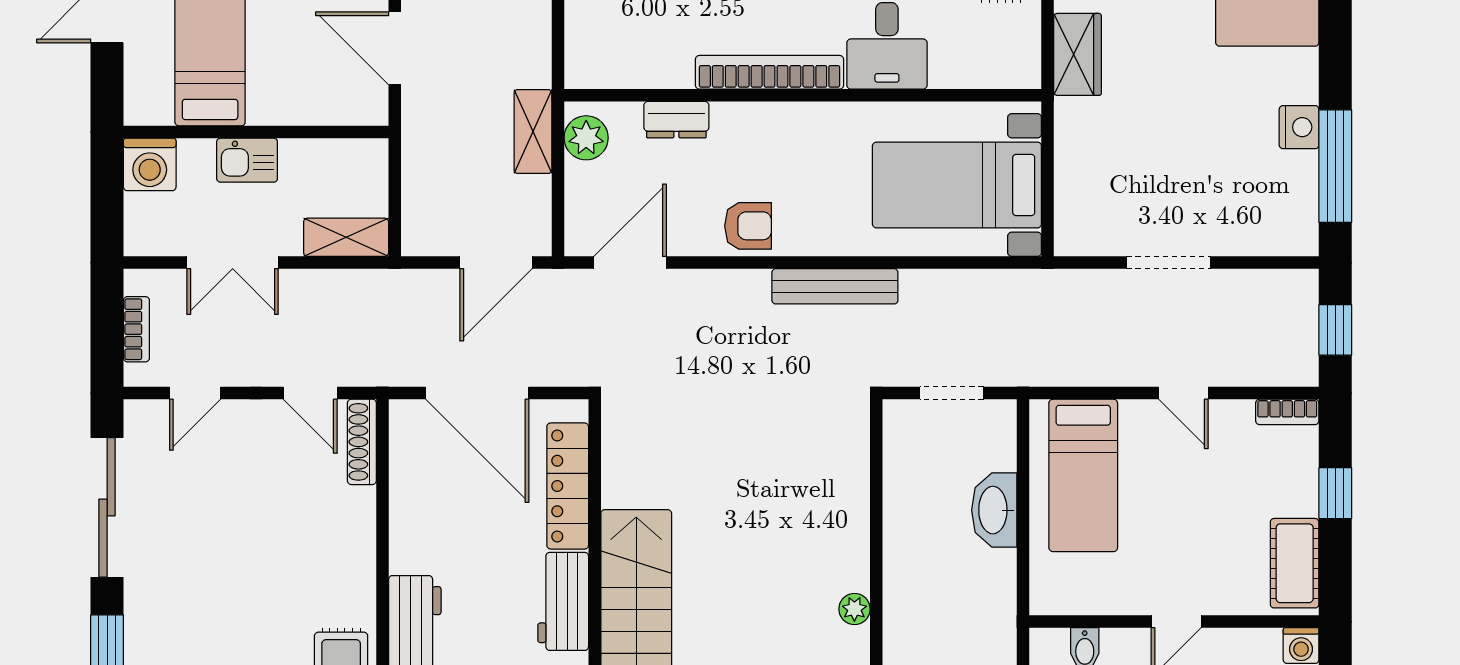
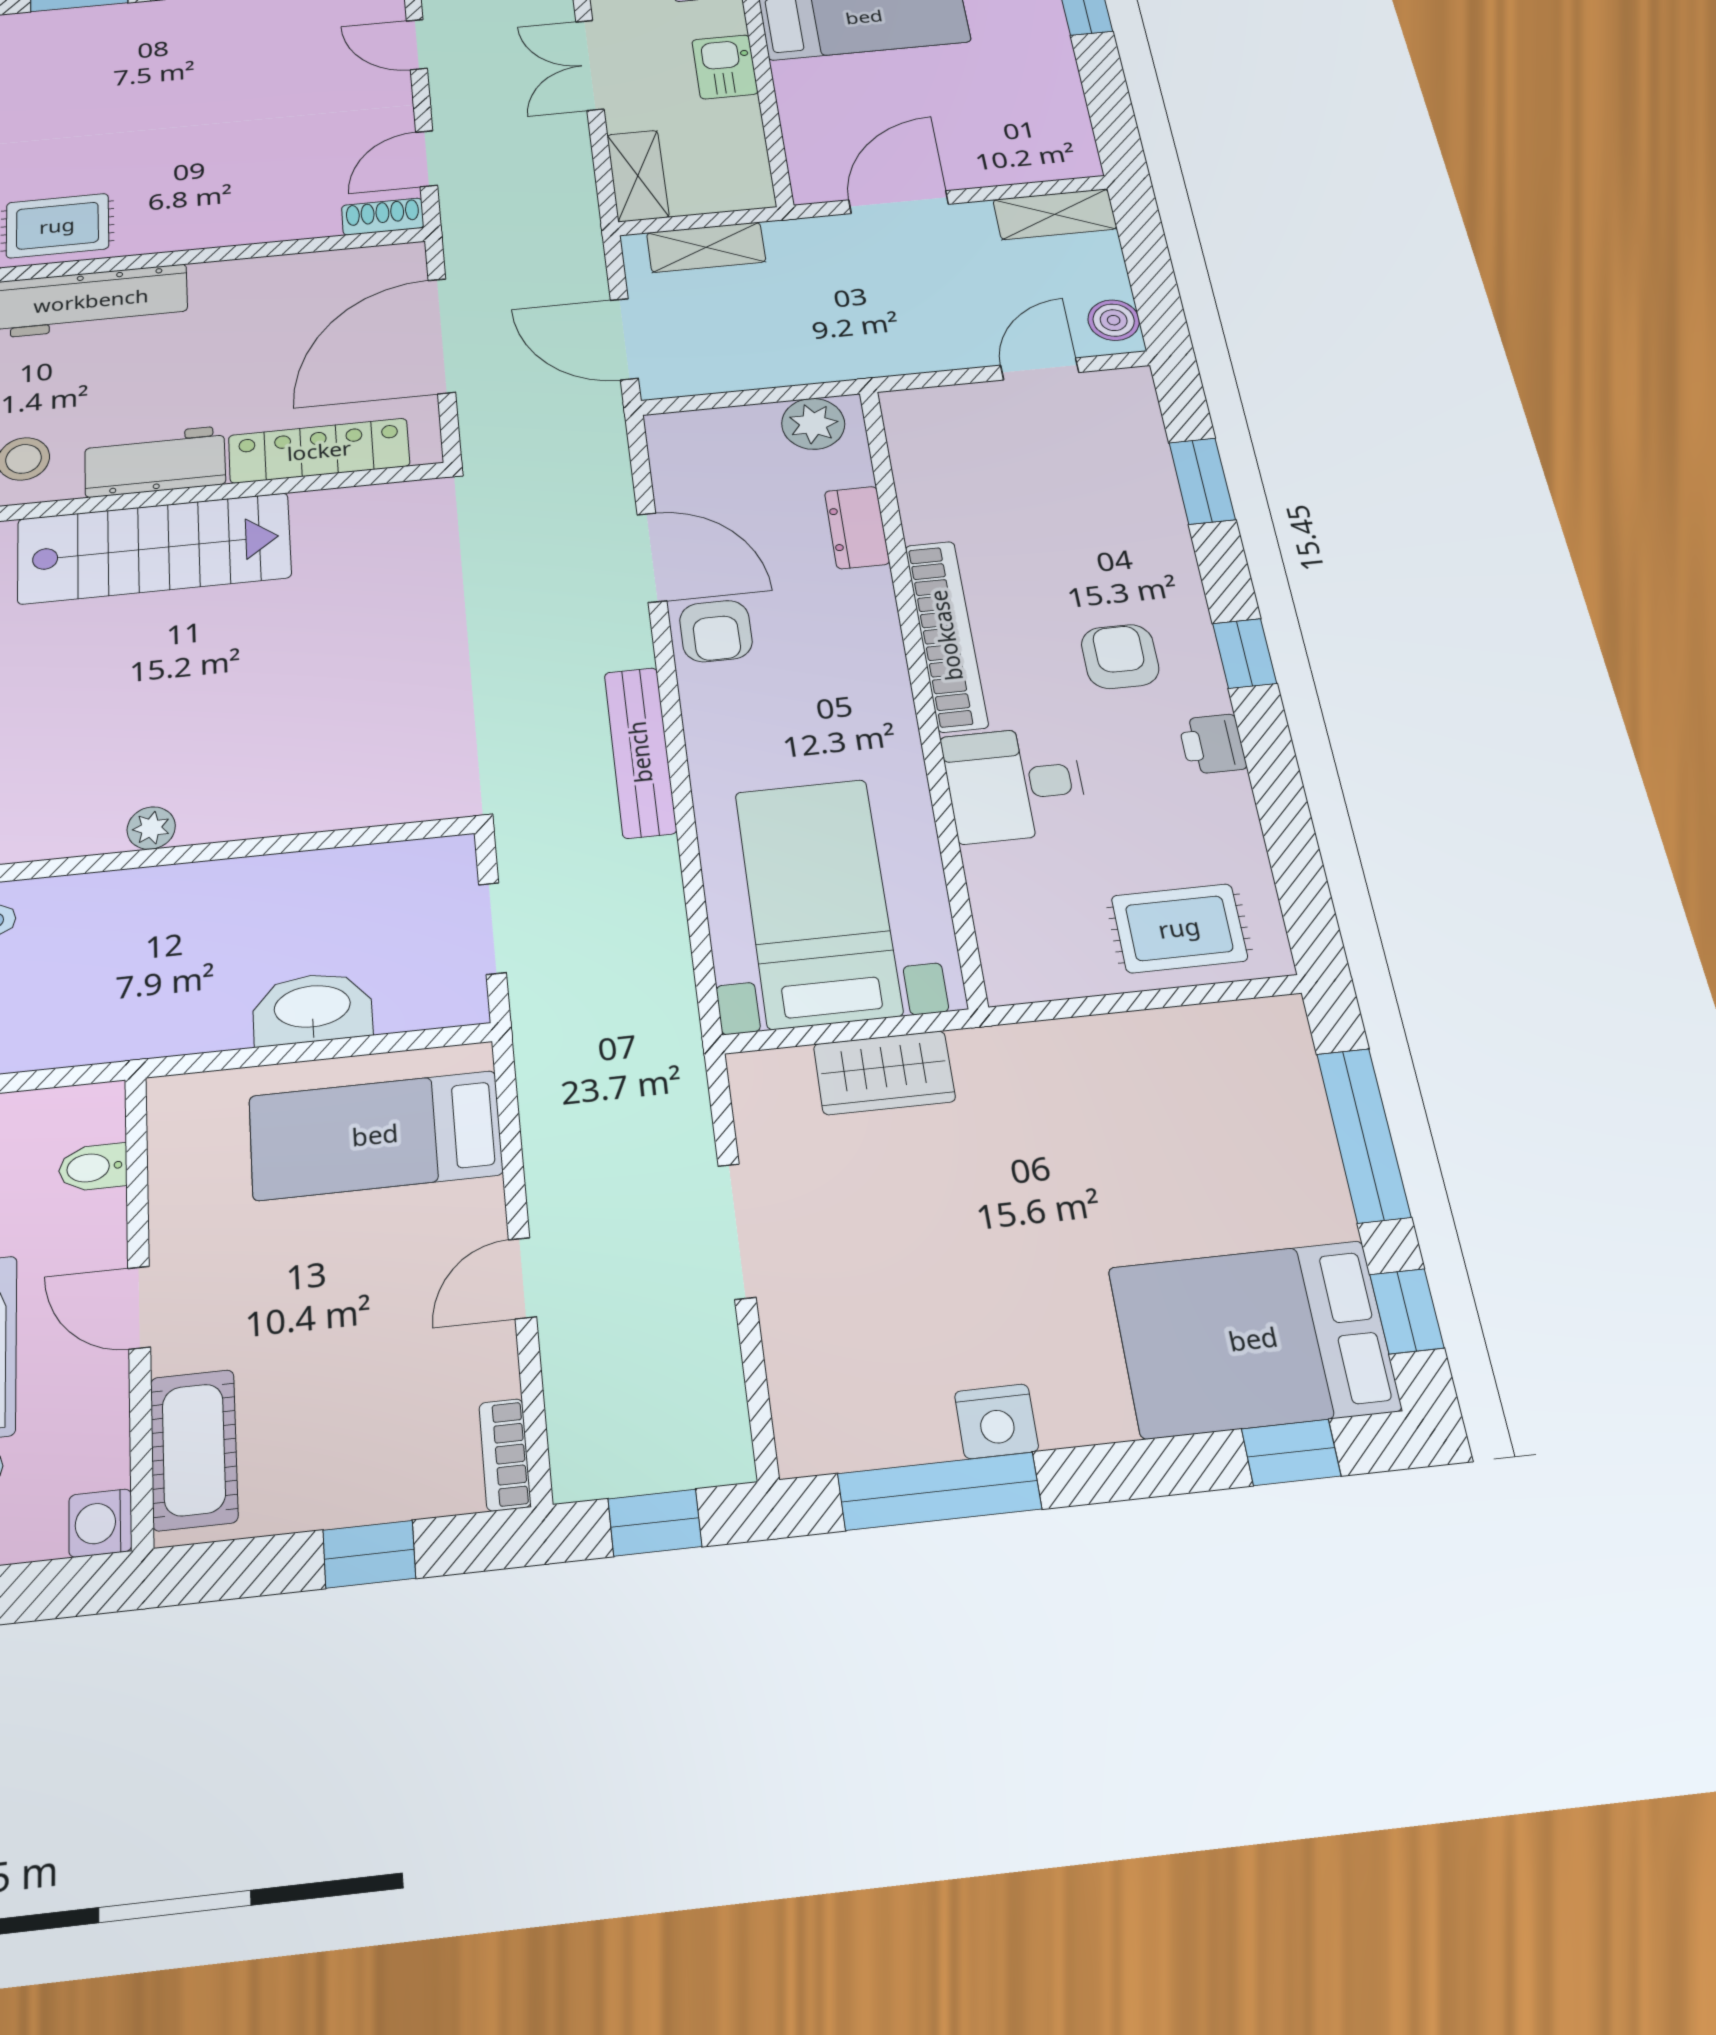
wardrobe: (1077, 54) -> (884, 1073), moved
shelving: (533, 131) -> (706, 247), moved
door: (630, 263) -> (652, 557), moved
shoe rack: (362, 442) -> (383, 217), width x0.70
cot: (1295, 563) -> (194, 1450), moved, turned 90

